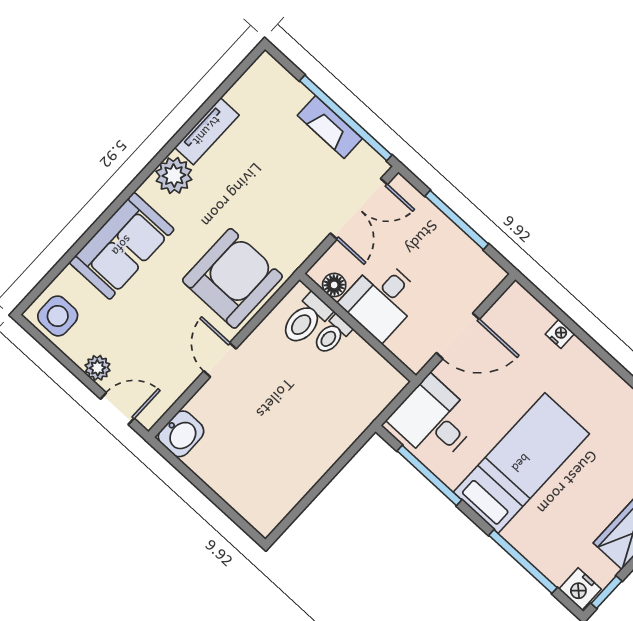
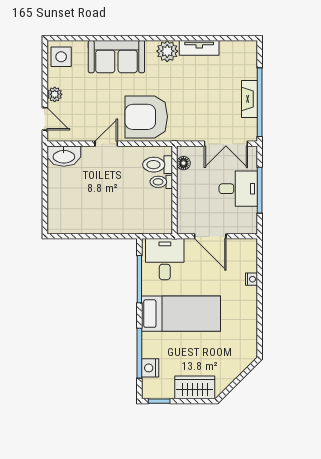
armchair: (232, 278) -> (146, 117), turned 180
desk: (381, 299) -> (238, 189), moved, turned 180
washbasin: (181, 434) -> (64, 156), width x1.38
nightstand: (580, 589) -> (150, 368), moved

